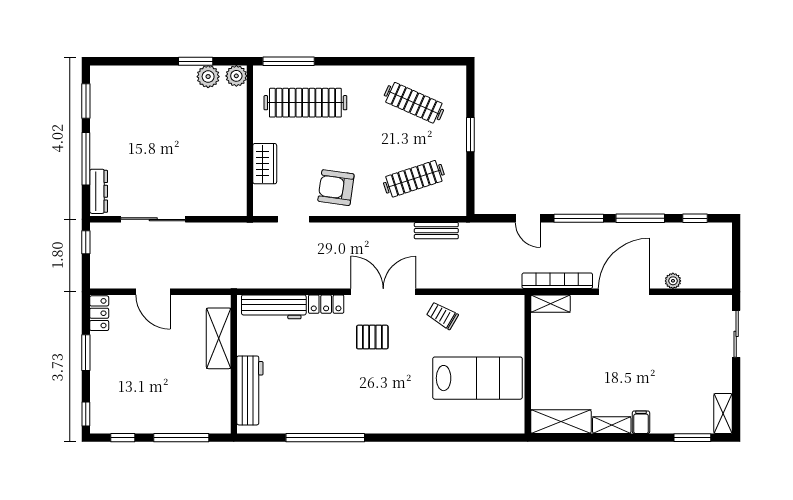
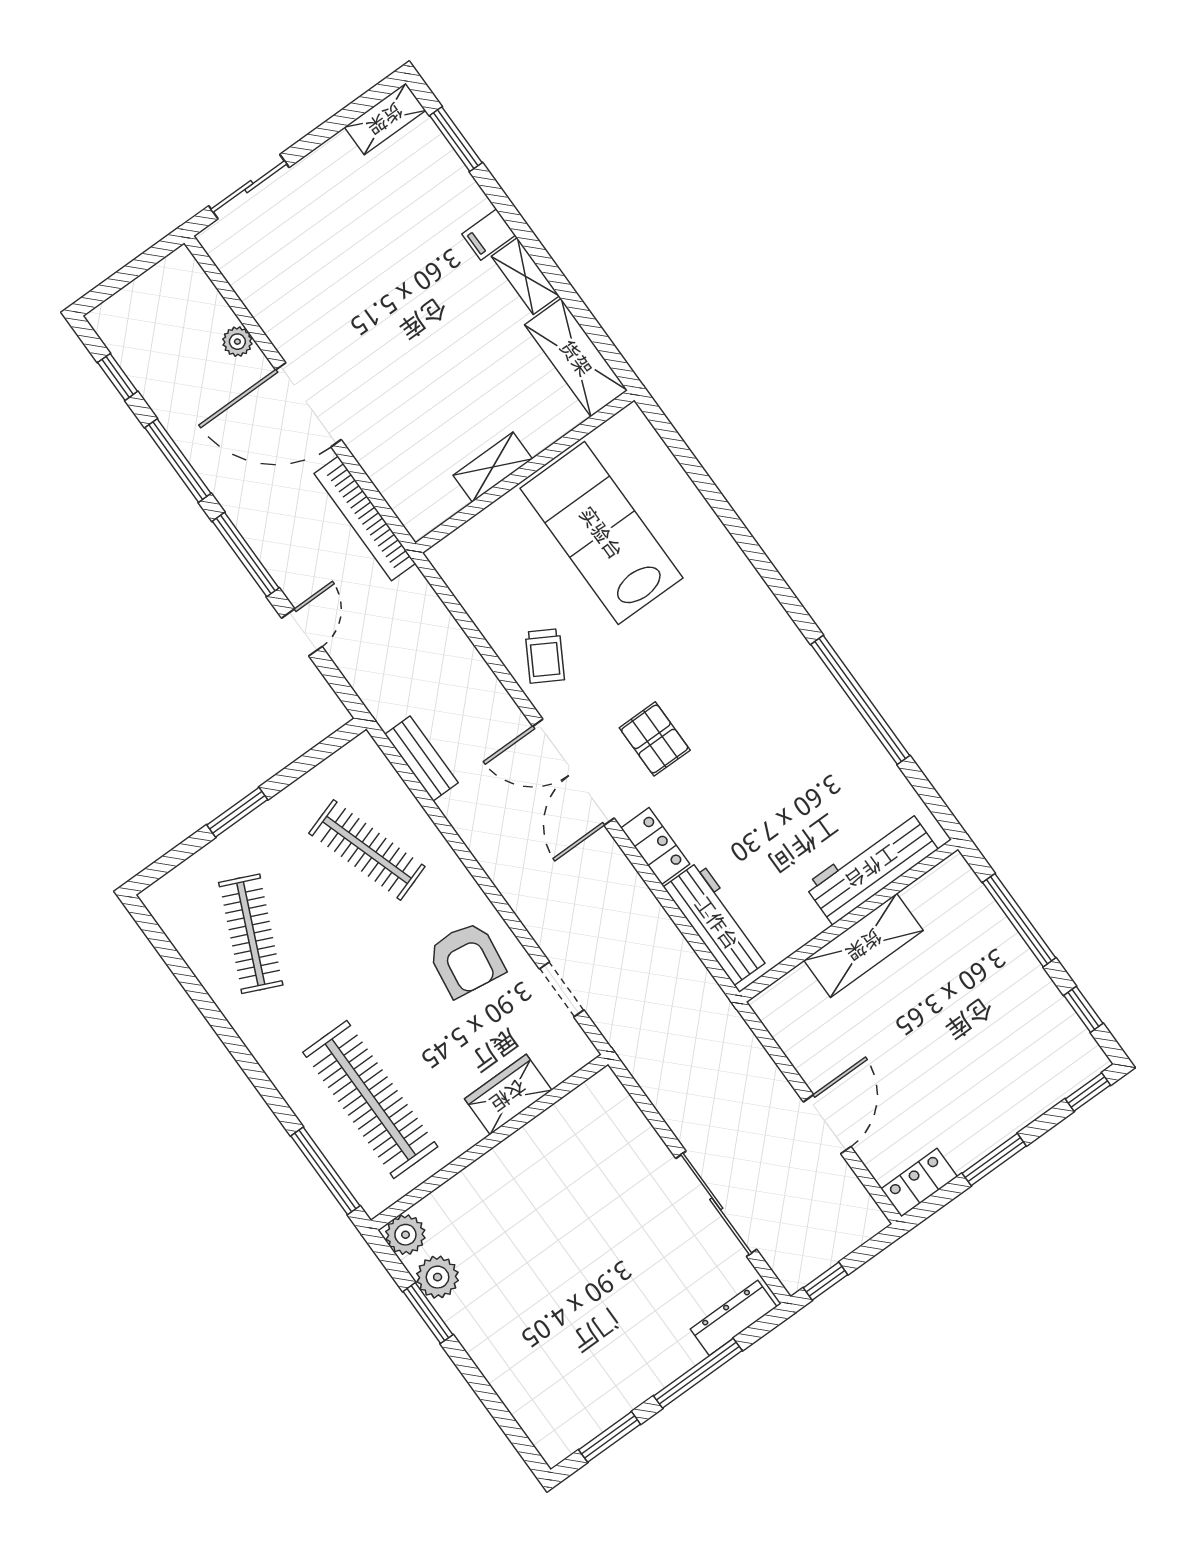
shelving: (550, 304) -> (493, 467), moved, turned 90
shelving: (219, 338) -> (864, 945), moved

